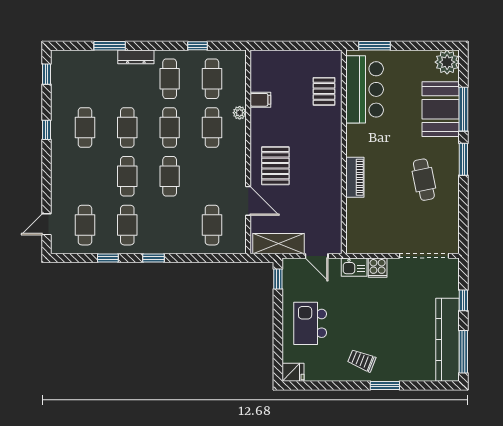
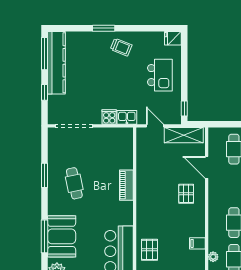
plant: (240, 113) -> (213, 257), moved
window: (463, 159) -> (45, 175), moved
pallet: (275, 166) -> (186, 194), width x0.67, depth x0.71

